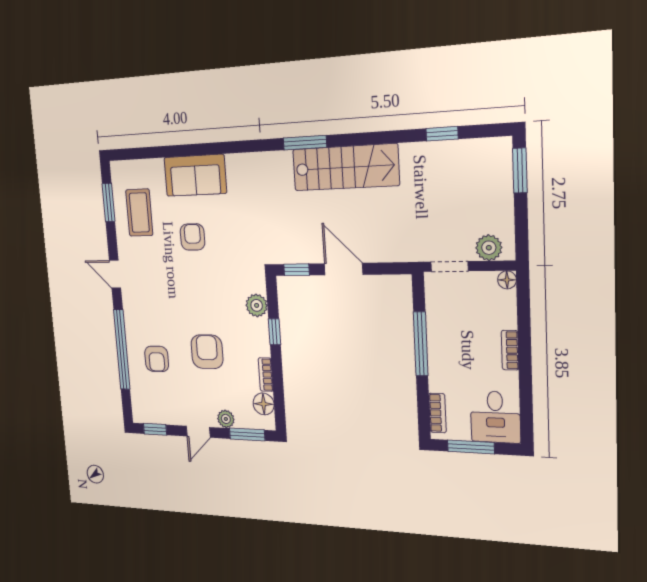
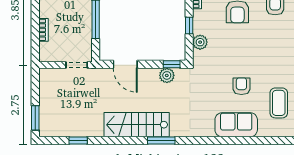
armchair: (193, 237) -> (241, 86), turned 180
plant: (489, 248) -> (167, 75), moved
door: (344, 269) -> (125, 64), moved
floor lamp: (507, 280) -> (44, 57), removed
bookcase: (510, 350) -> (43, 30), moved

